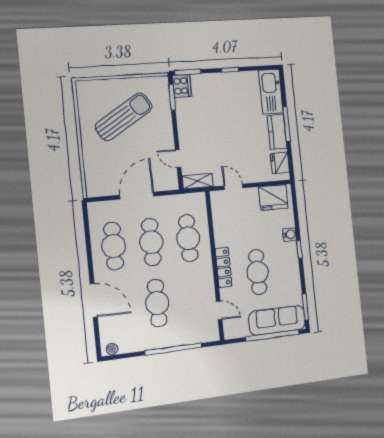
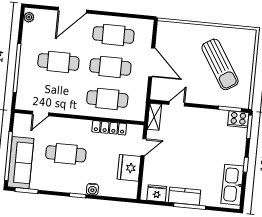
kitchen sink: (271, 92) -> (232, 185), moved, turned -90
fridge: (273, 197) -> (129, 168), moved
locker: (224, 267) -> (109, 128), moved

